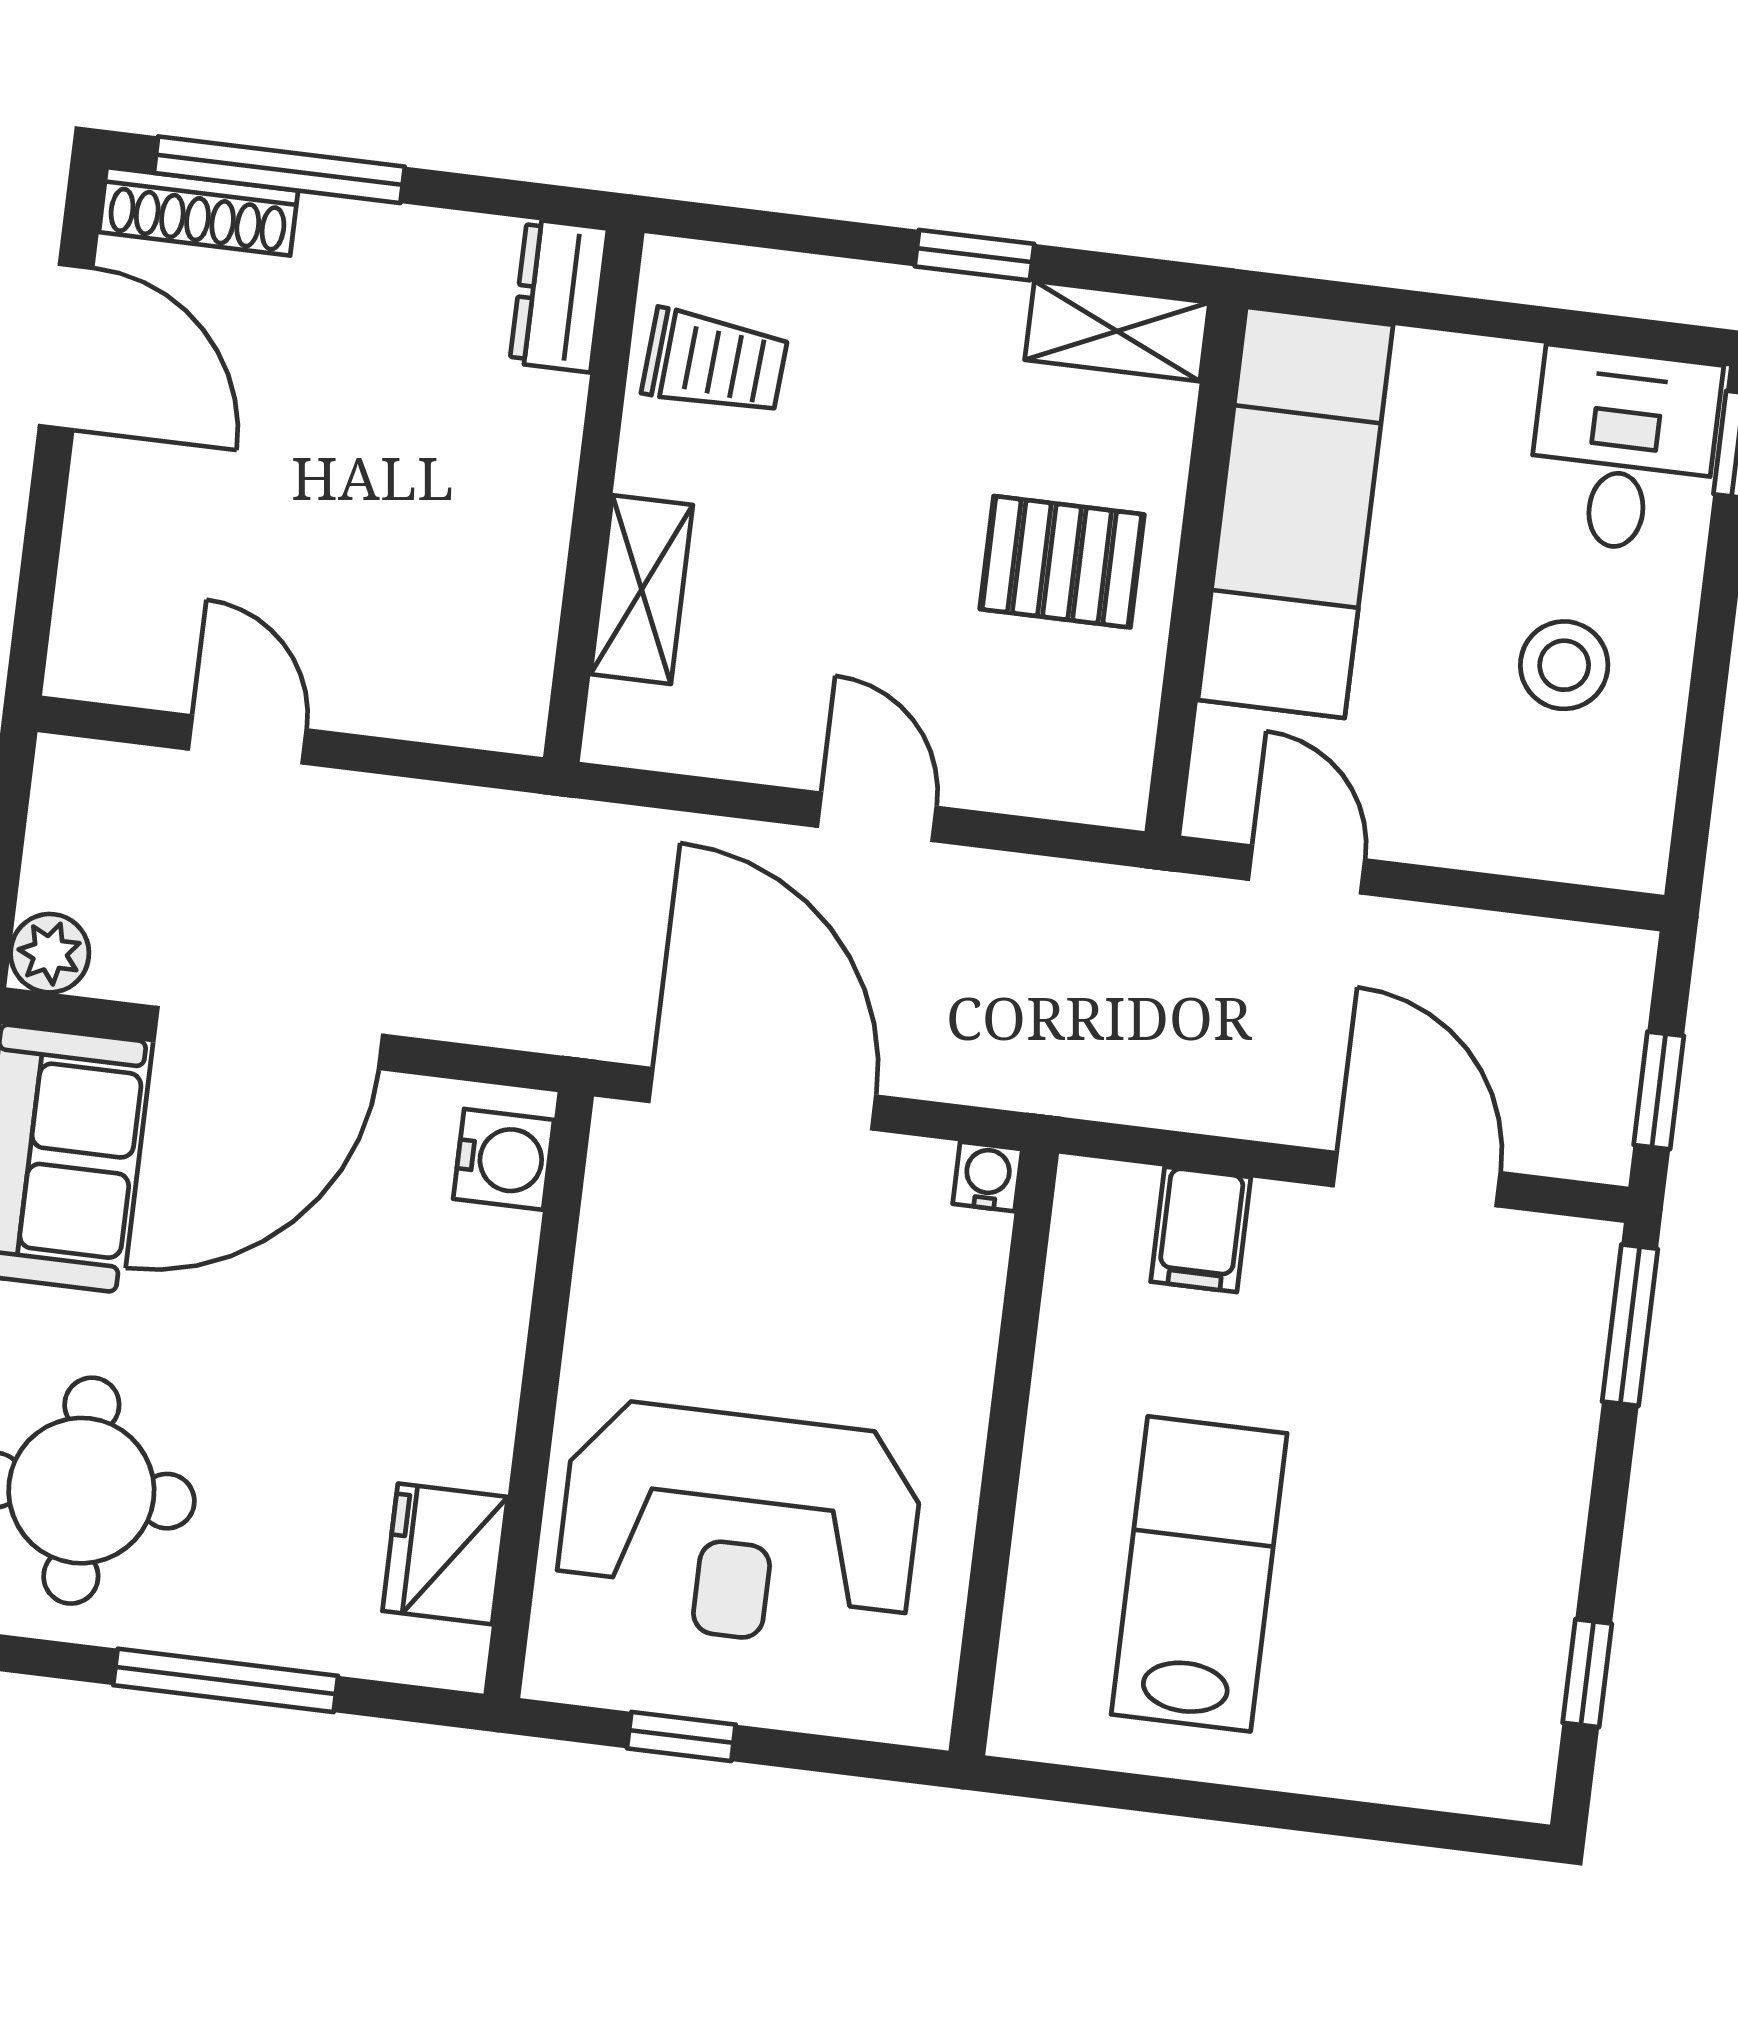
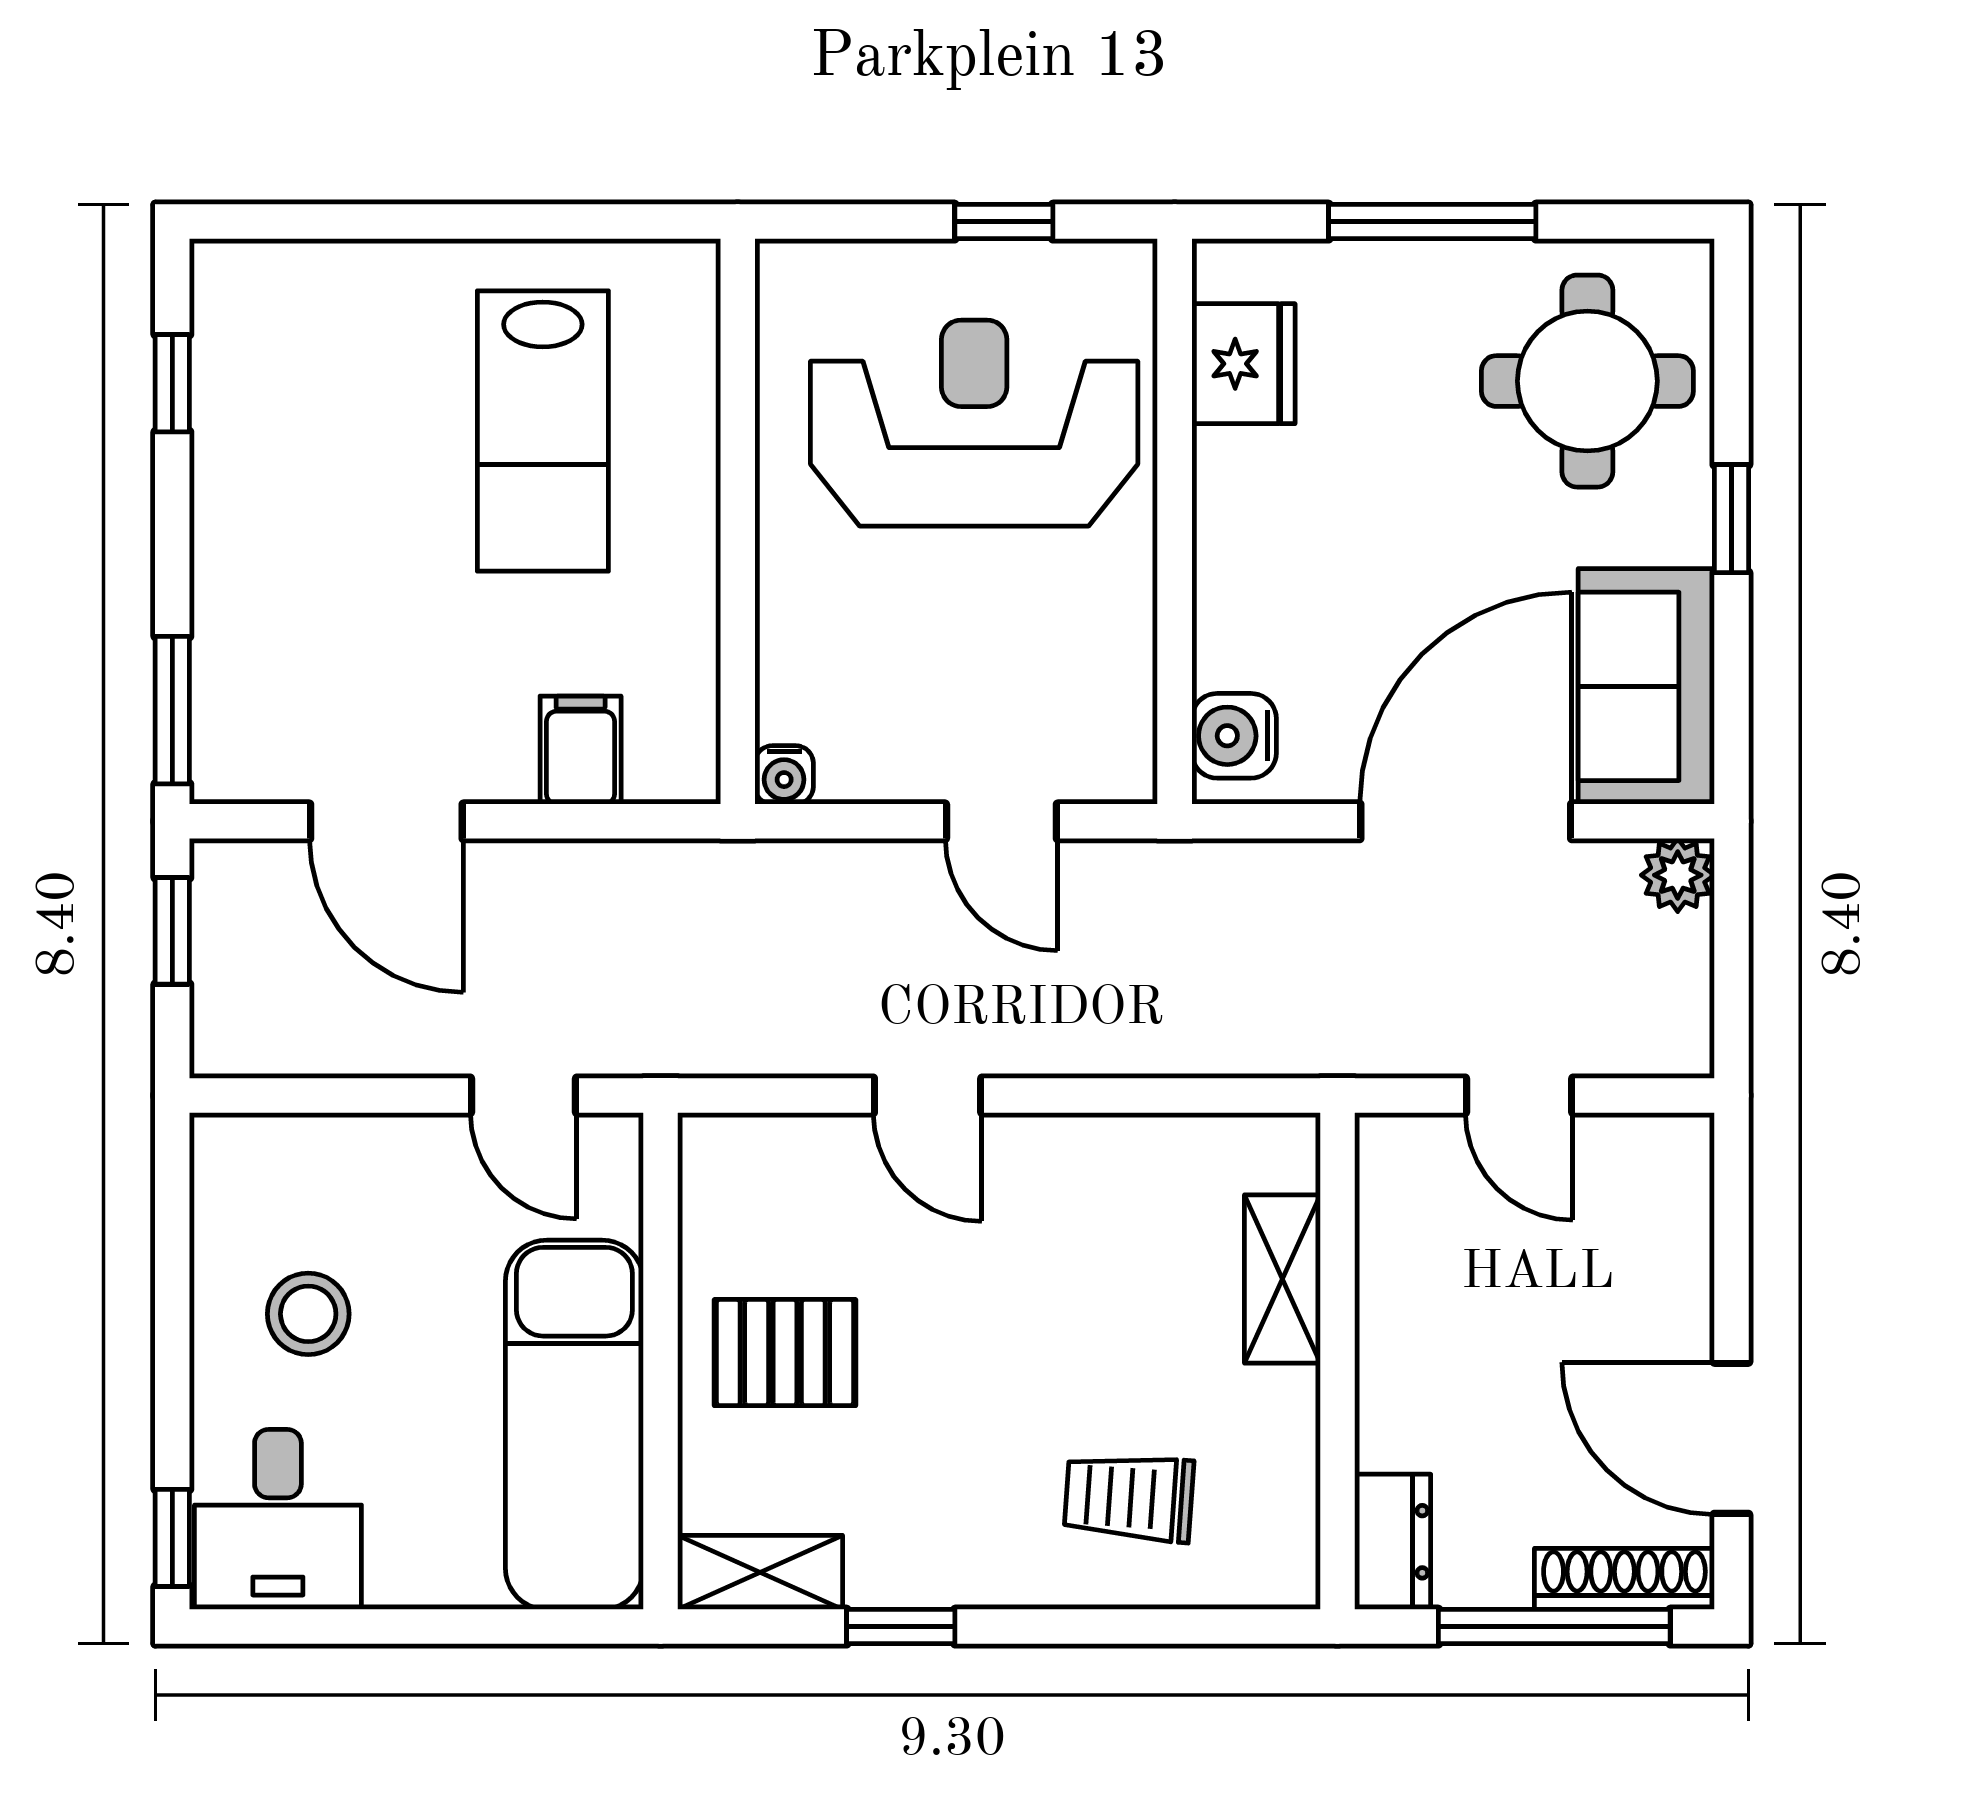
dresser: (559, 296) -> (1393, 1542), moved
wall: (594, 495) -> (1337, 1361), moved
shelving: (642, 590) -> (1282, 1279), moved
door: (762, 1099) -> (1001, 821), width x0.53

